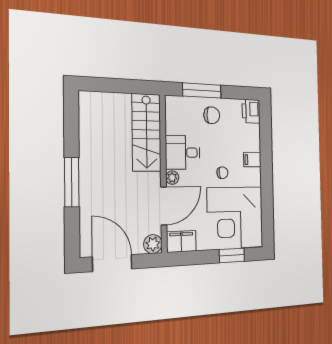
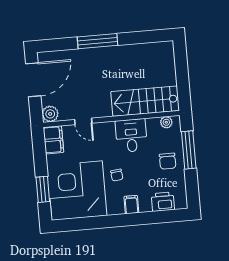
printer: (251, 111) -> (163, 202), moved
plant: (172, 178) -> (166, 122), moved
door: (164, 206) -> (83, 121), width x0.53

